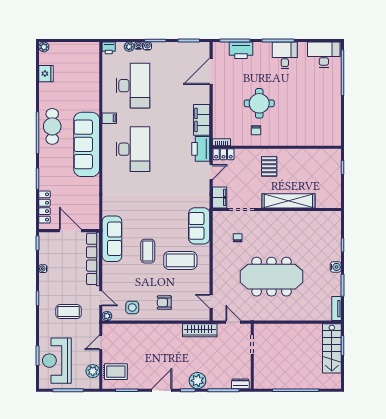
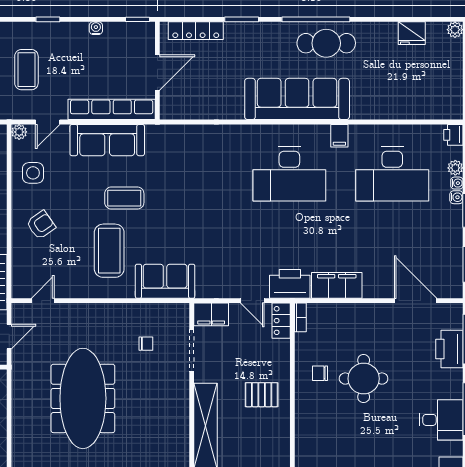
sofa: (112, 239) -> (107, 140), moved
armchair: (164, 303) -> (41, 225), turned 55

